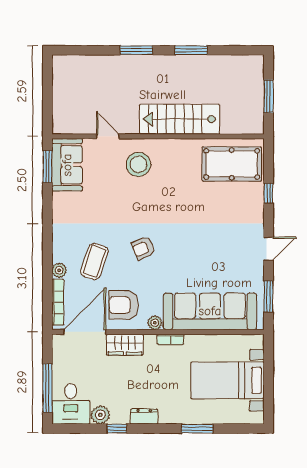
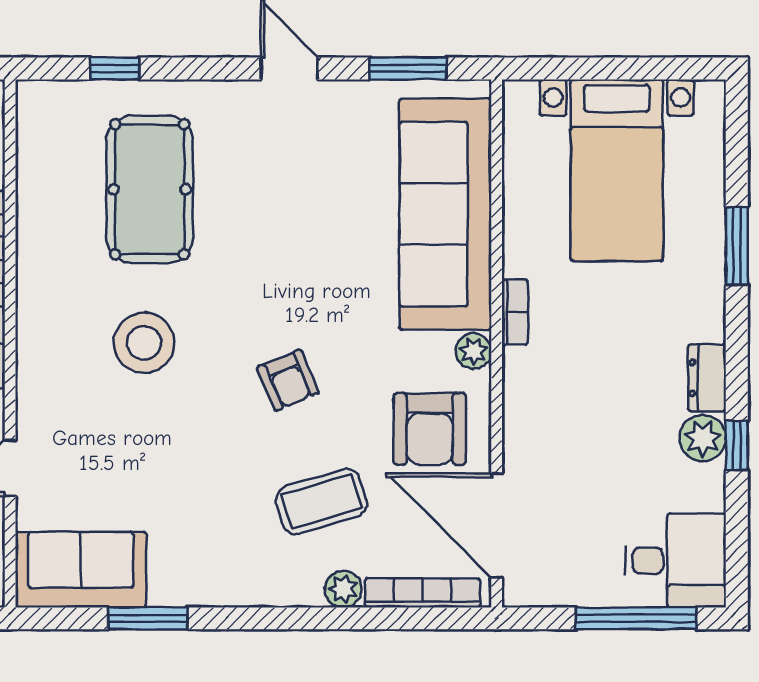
stool: (138, 164) -> (144, 343), moved
pool table: (232, 164) -> (150, 189), moved
window: (47, 167) -> (148, 618), moved
window: (269, 193) -> (115, 68), moved
coffee table: (94, 262) -> (321, 502), turned -36
wardrobe: (125, 345) -> (528, 426), removed
plant: (100, 415) -> (703, 438), moved

